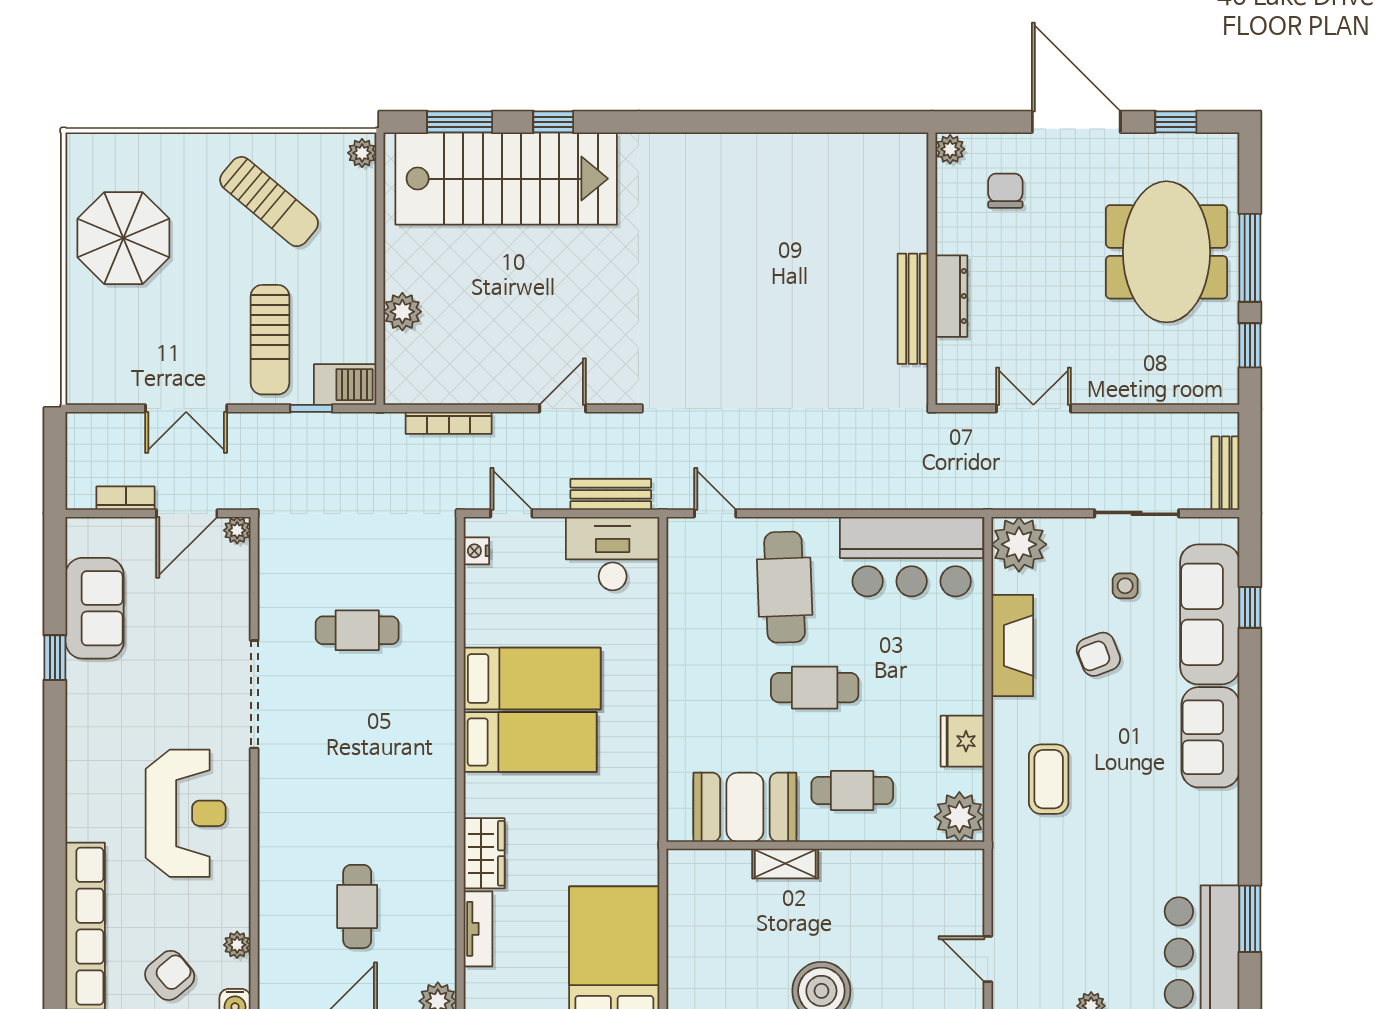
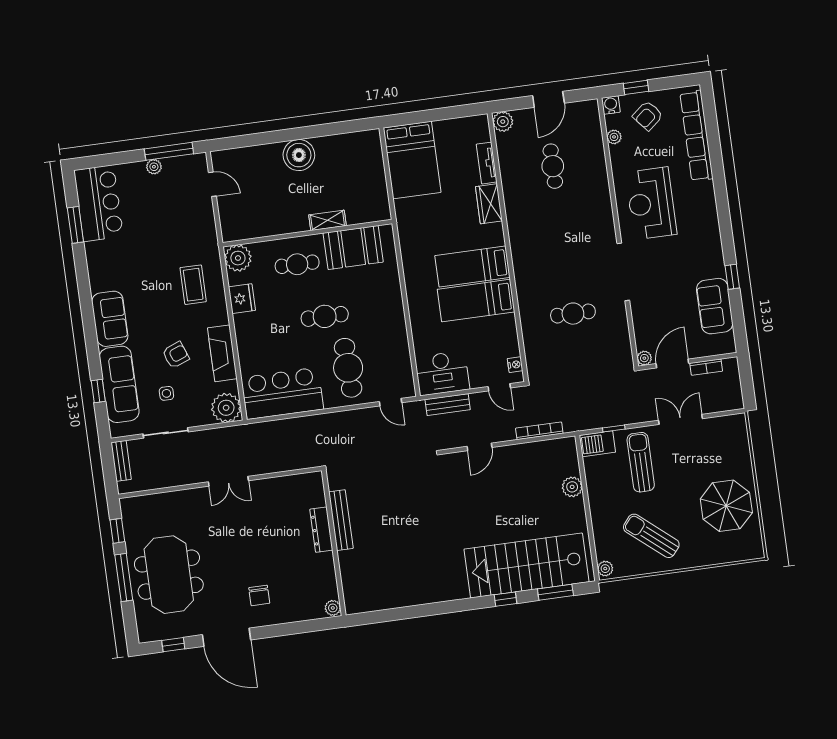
plant: (950, 149) -> (333, 608), moved
wall: (932, 269) -> (334, 543), moved
dresser: (951, 296) -> (321, 530), moved
bench: (913, 309) -> (341, 520), moved

